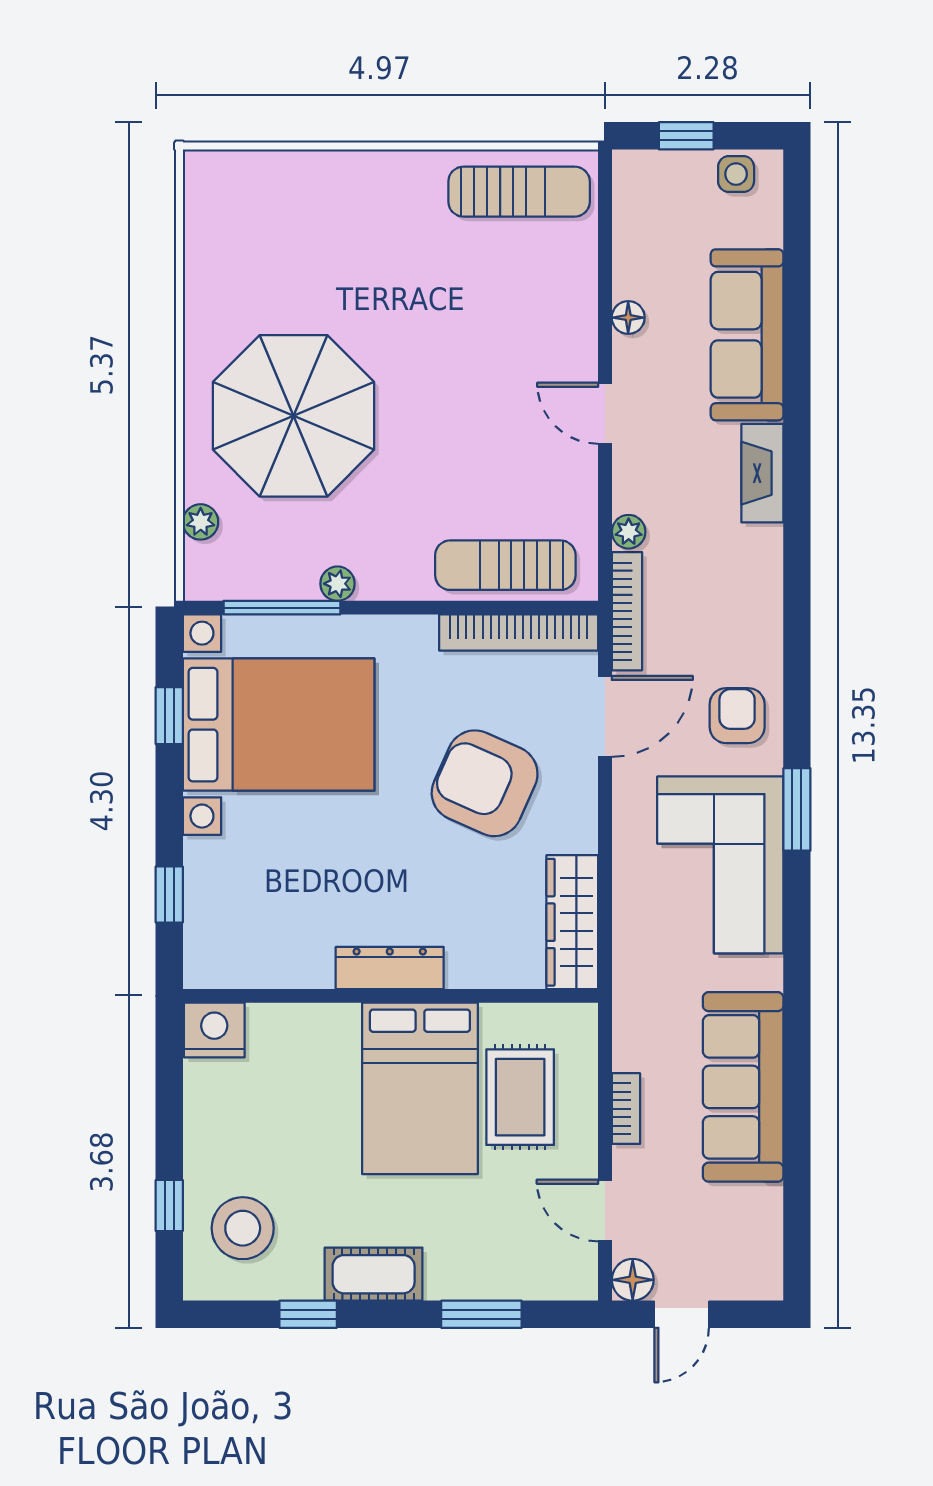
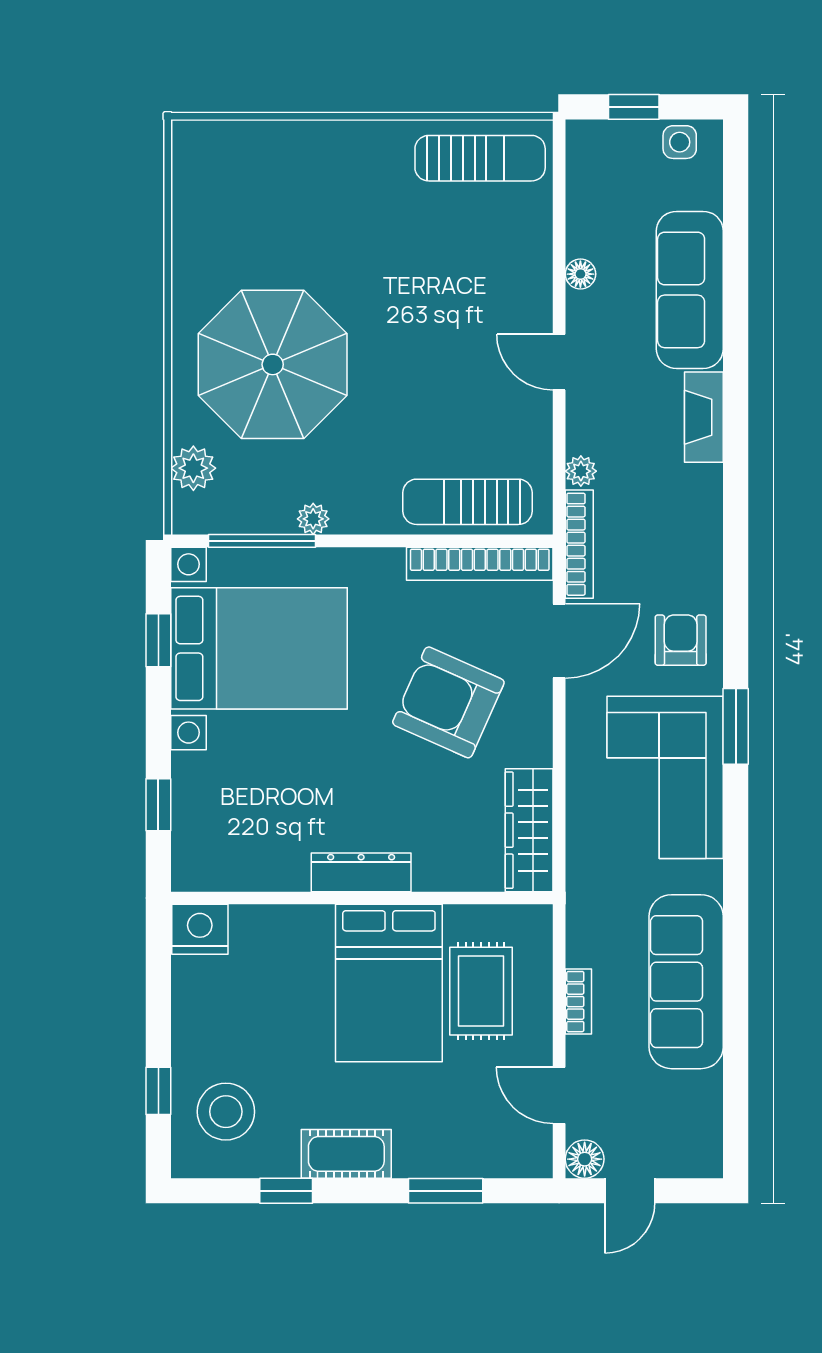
plant: (201, 522) -> (193, 468), width x1.38, depth x1.38

